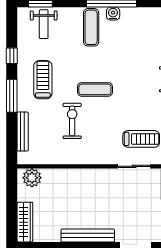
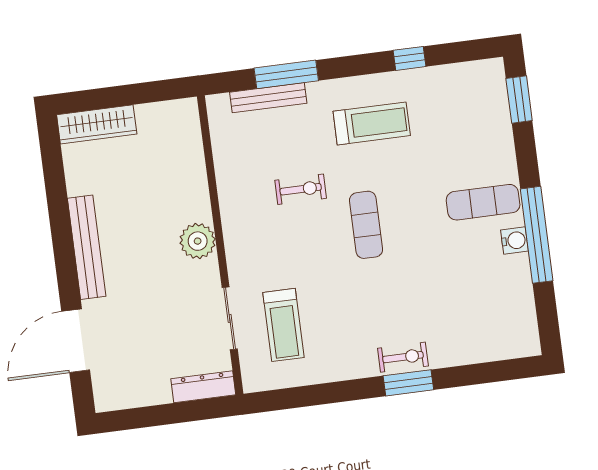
weight bench: (44, 24) -> (477, 111), removed
window: (12, 96) -> (286, 74), moved
exercise bike: (72, 121) -> (301, 189), width x0.73, depth x0.72
plant: (32, 178) -> (198, 241), moved

